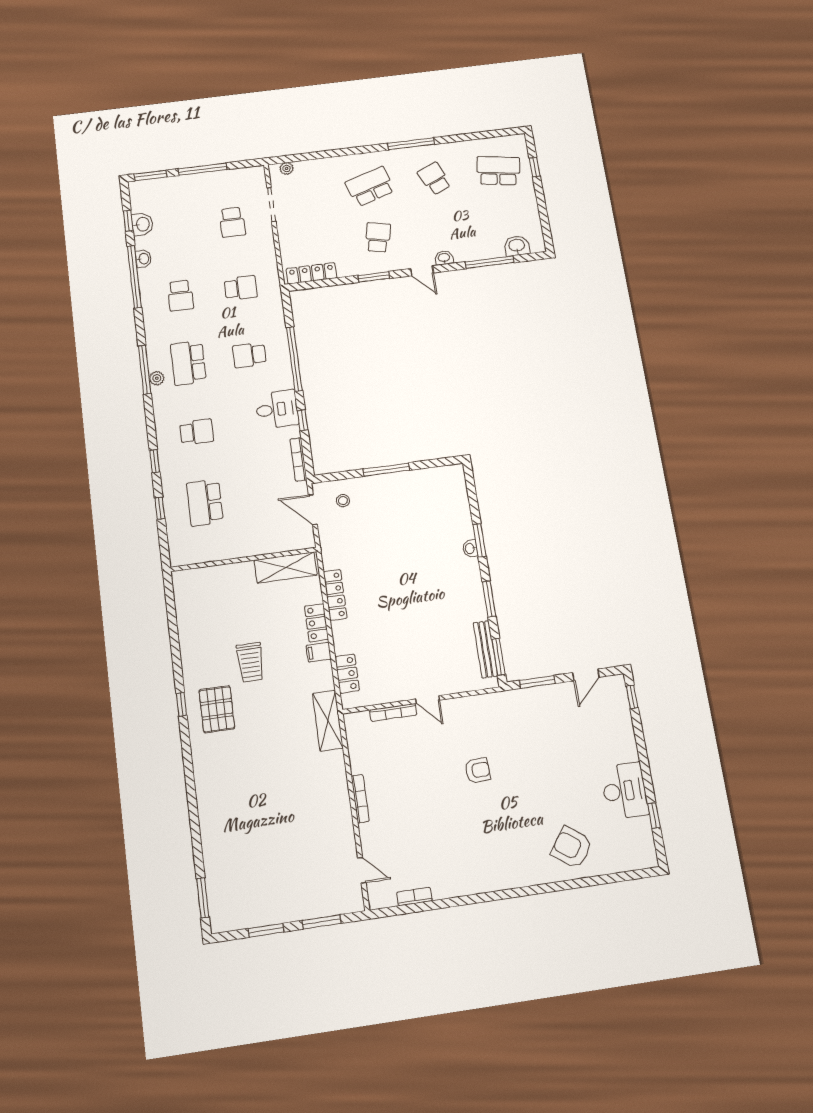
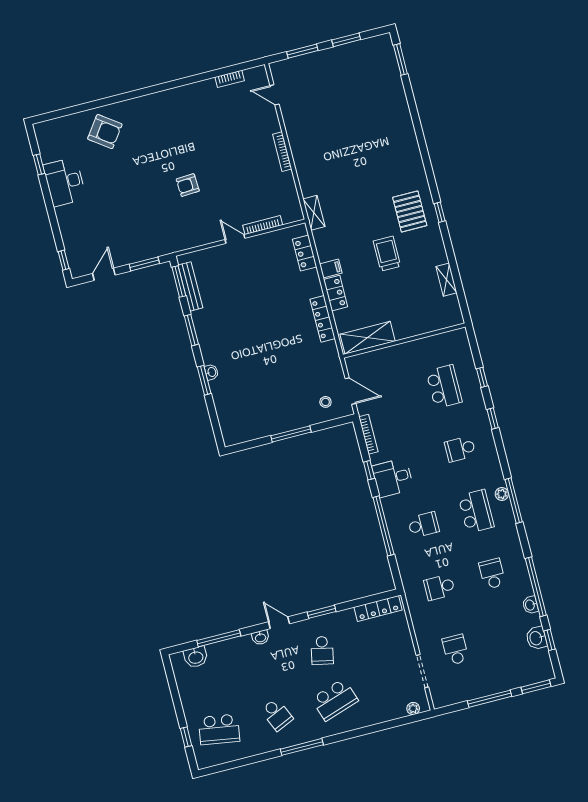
shelving: (185, 624) -> (446, 280), added
shelving: (328, 721) -> (314, 213), width x0.67, depth x0.75

